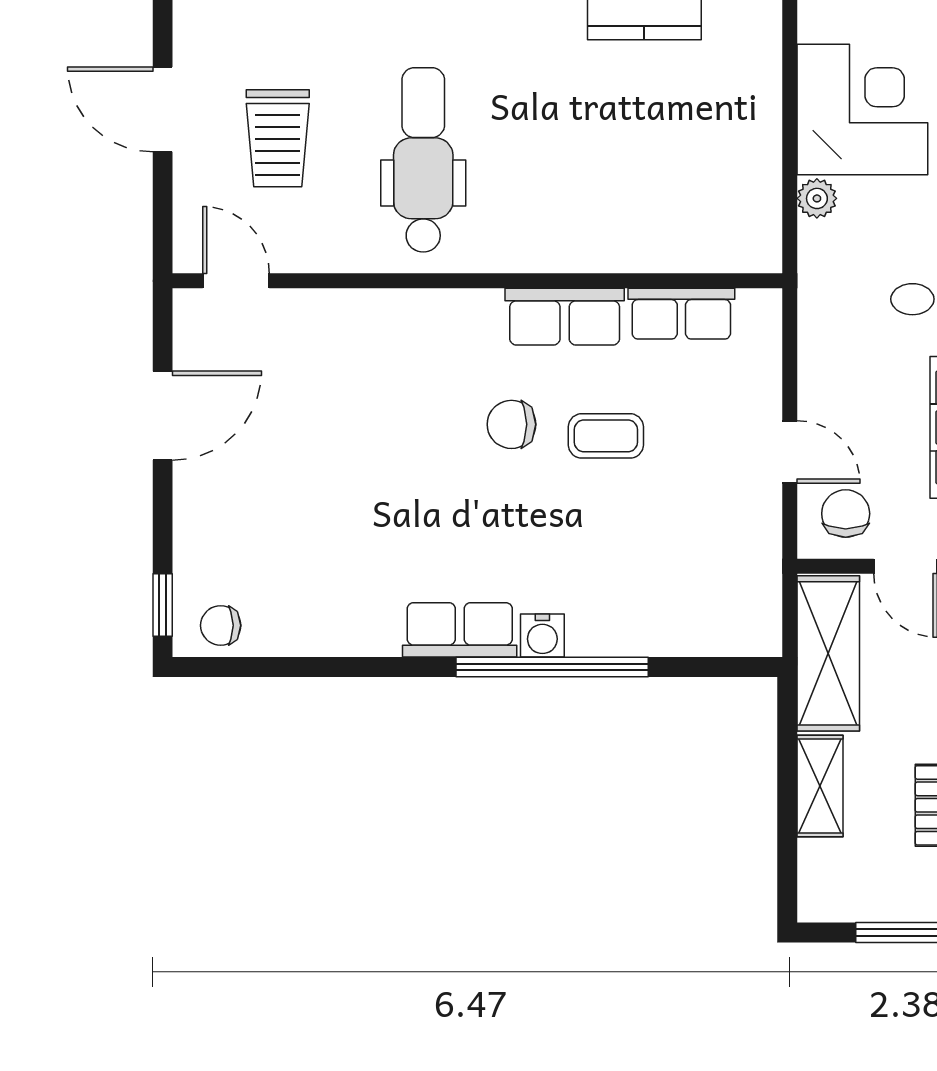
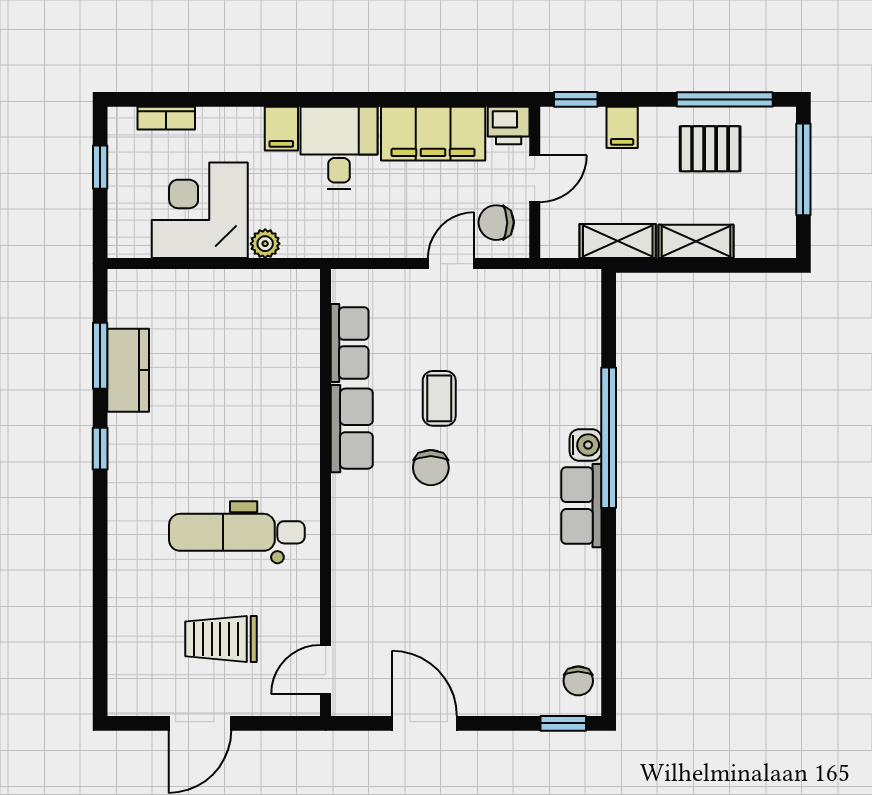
trolley: (278, 138) -> (221, 639), turned 180
shelving: (828, 653) -> (618, 241), width x0.67, depth x0.75

